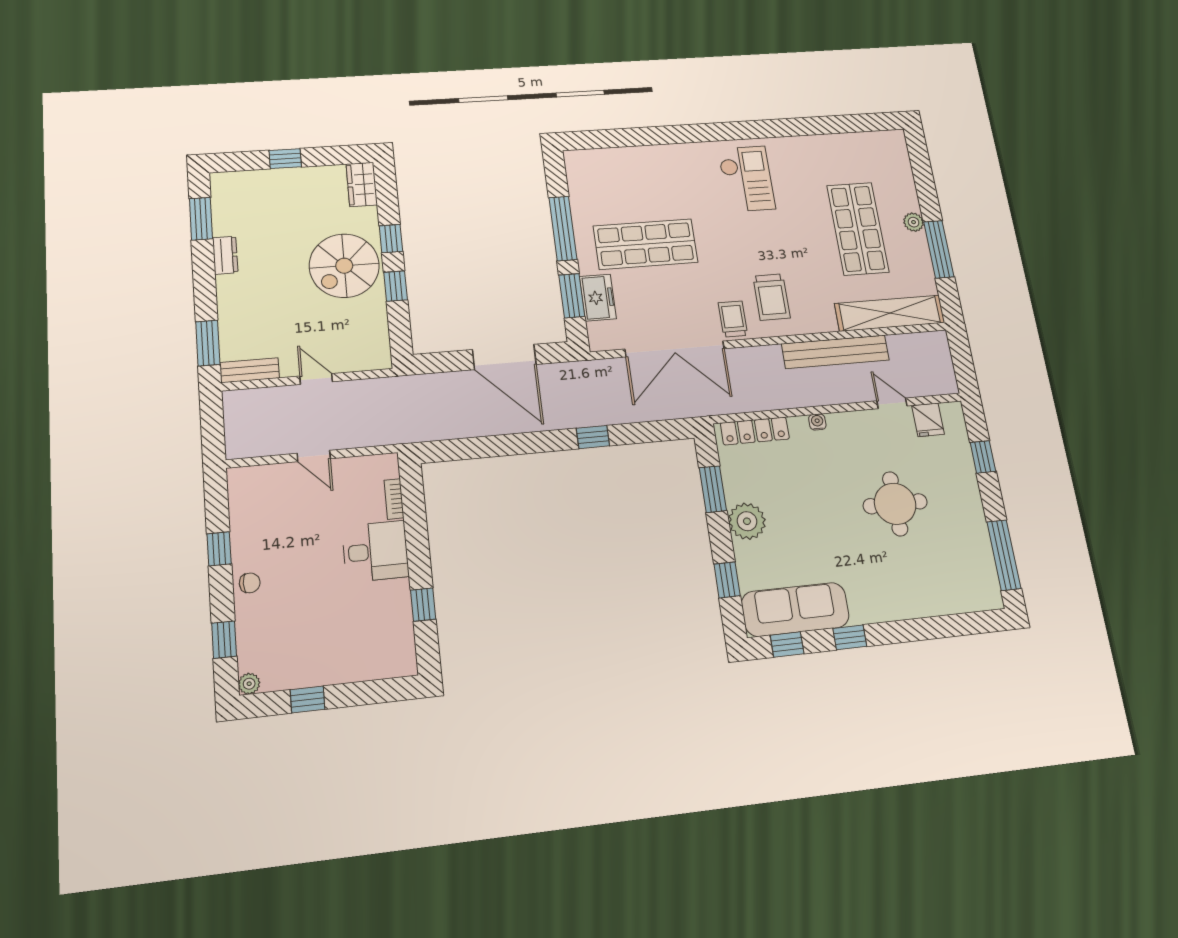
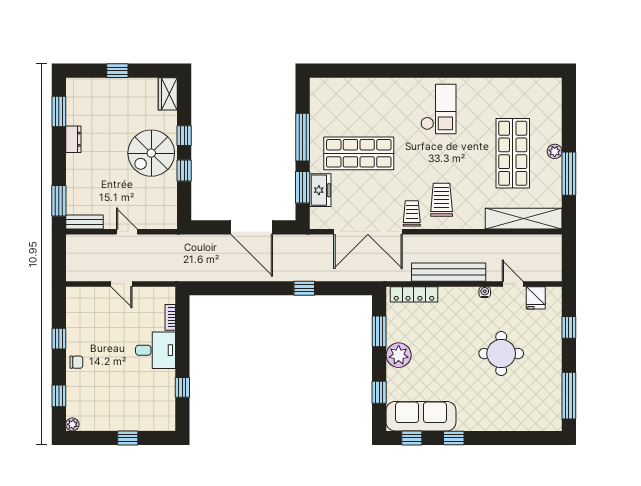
trolley: (772, 297) -> (442, 200), turned 180
bench: (835, 352) -> (449, 272), moved
water cooler: (817, 422) -> (485, 292), moved
window: (308, 699) -> (128, 438), moved

